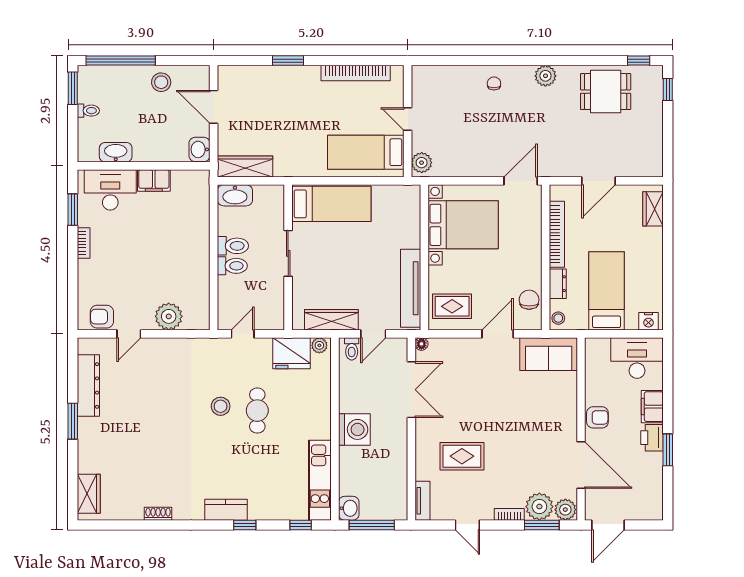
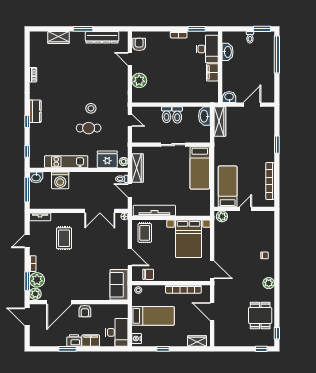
stool: (161, 82) -> (265, 76), removed
window: (668, 272) -> (163, 349), added
dresser: (558, 284) -> (157, 290), removed
fridge: (291, 353) -> (107, 159), moved, turned 90
washing machine: (354, 429) -> (60, 180), moved
kitchen unit: (320, 480) -> (66, 162), moved
wardrobe: (89, 494) -> (58, 37), moved

